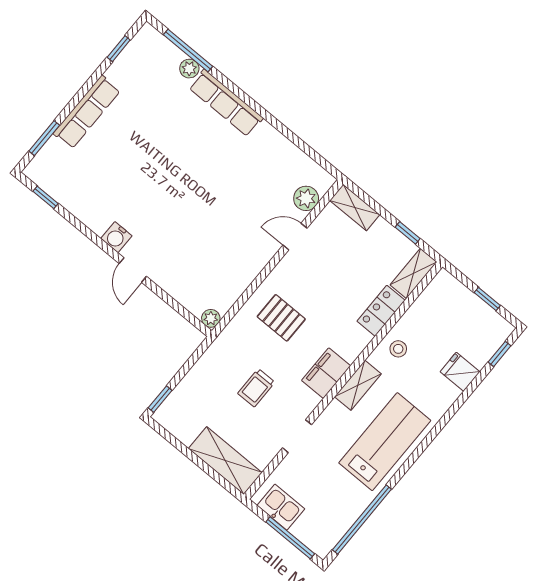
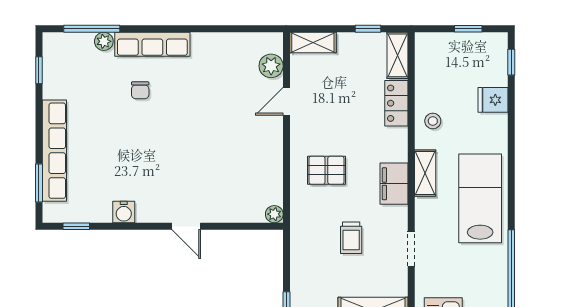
row of seats: (87, 112) -> (54, 151), width x1.36
chair: (186, 131) -> (140, 90), added
water cooler: (116, 237) -> (124, 212), moved

